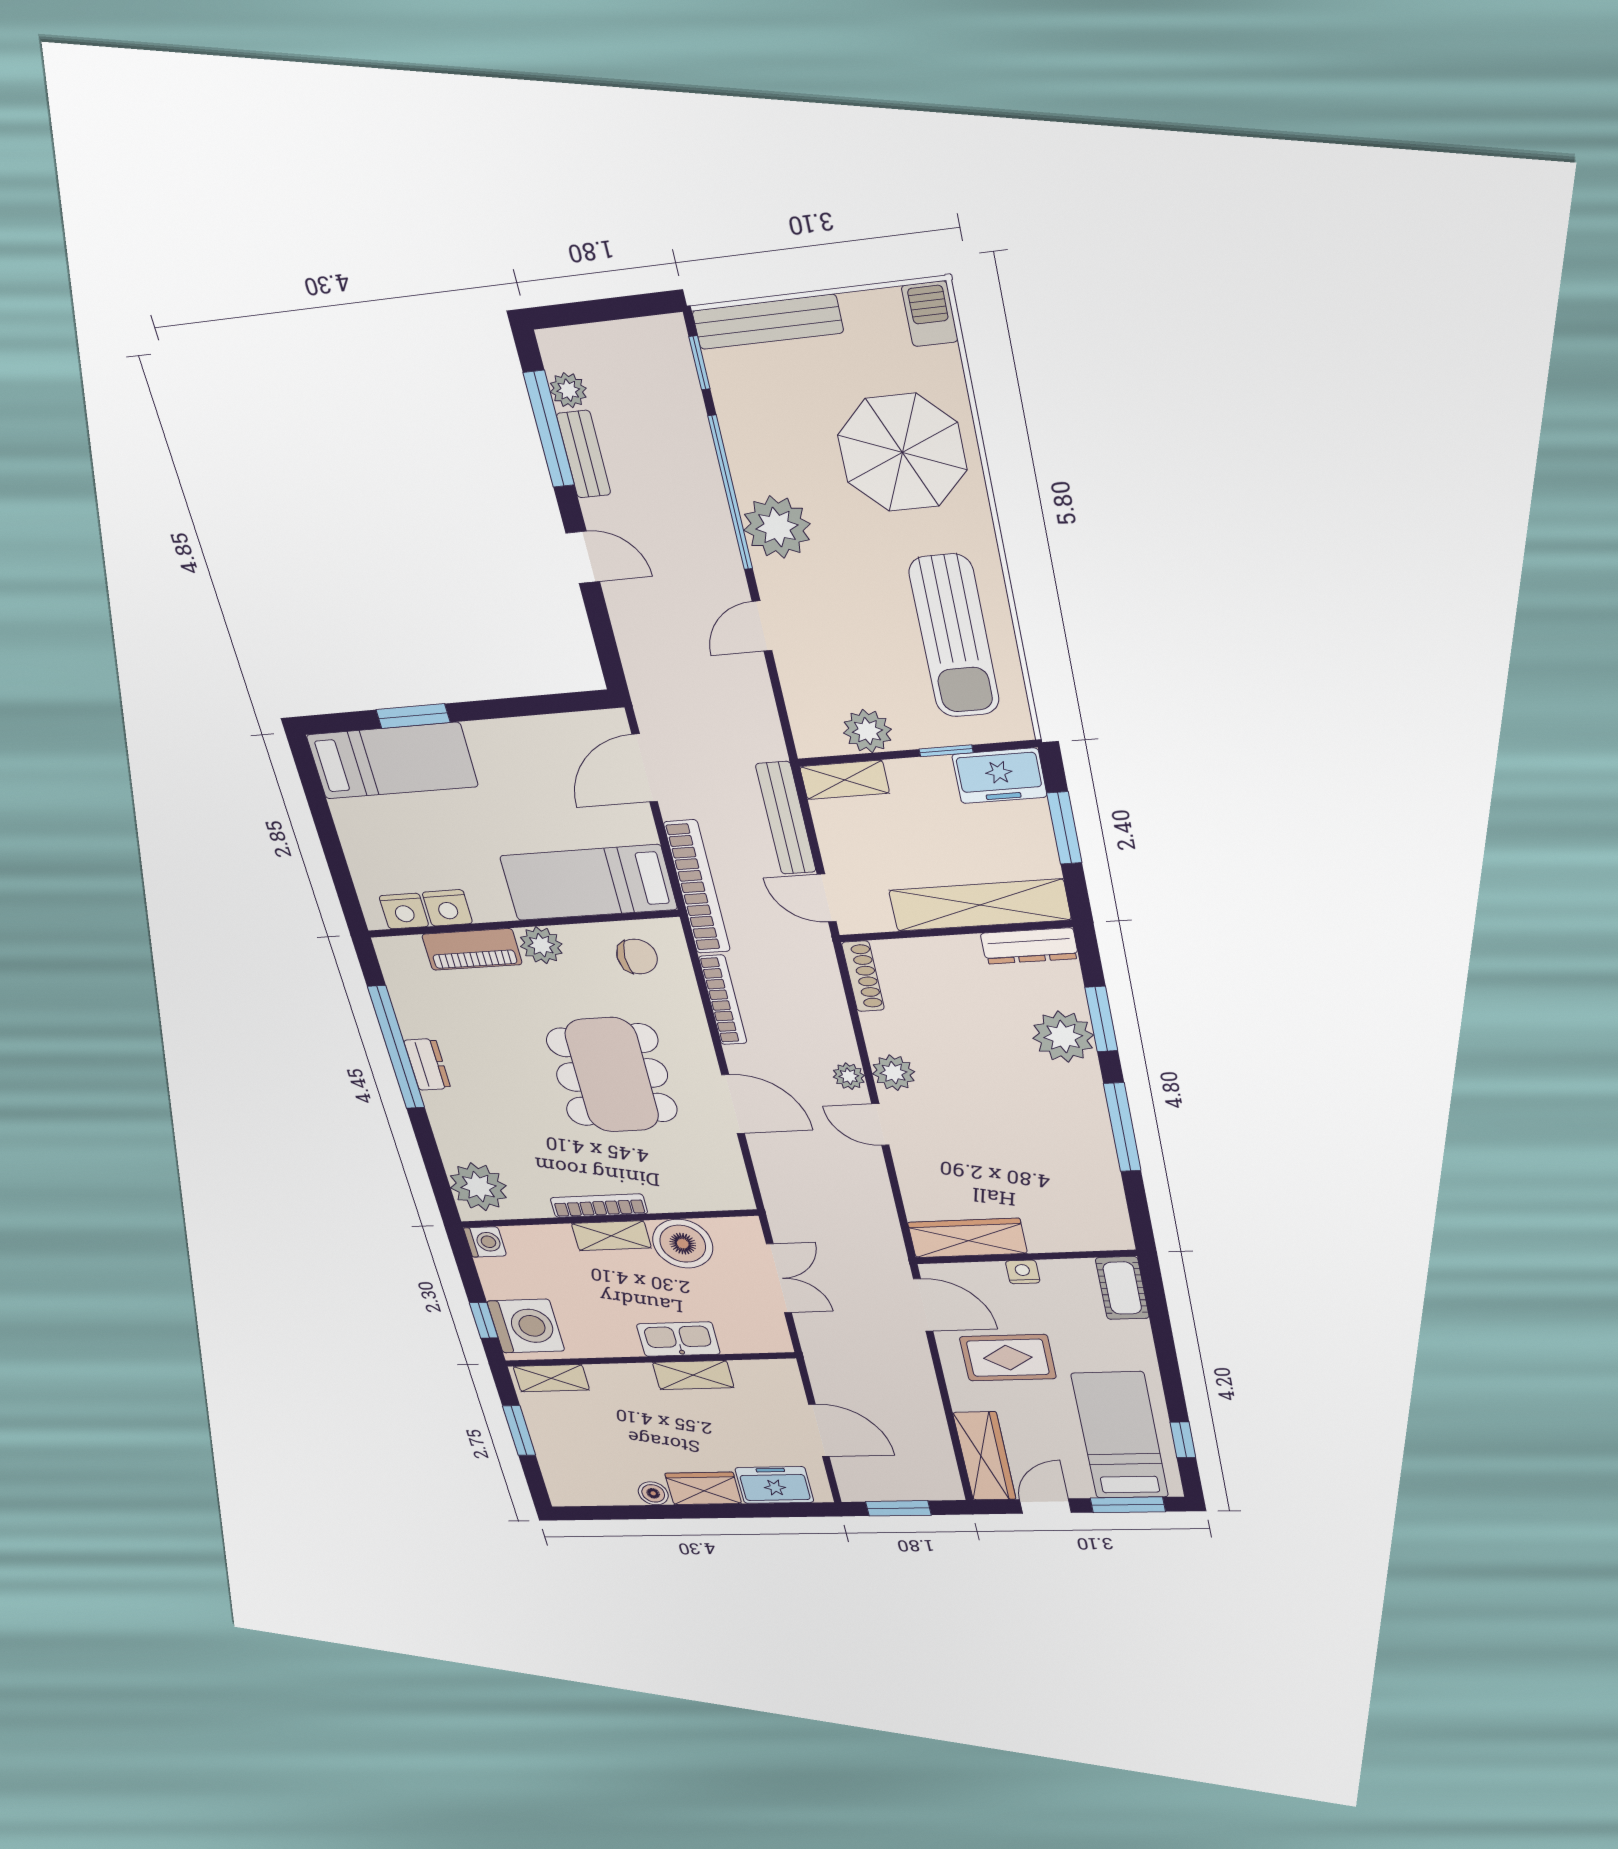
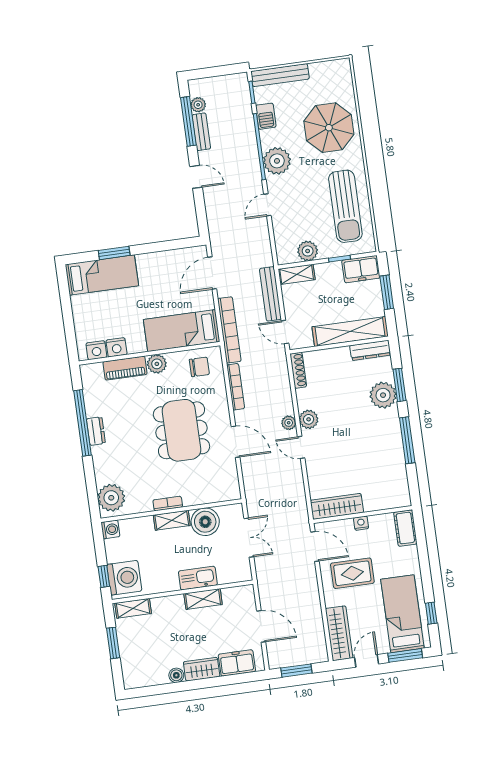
barbecue: (930, 314) -> (266, 116), moved, turned 180
bookcase: (599, 1206) -> (168, 504), width x0.64

